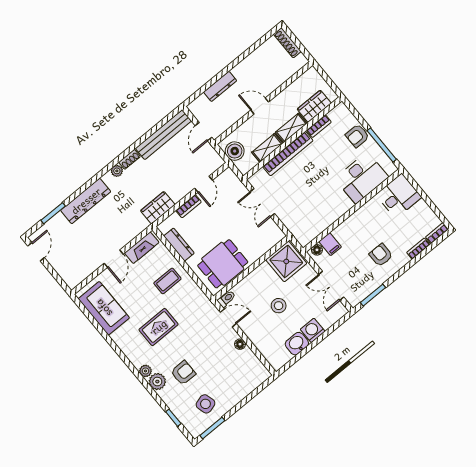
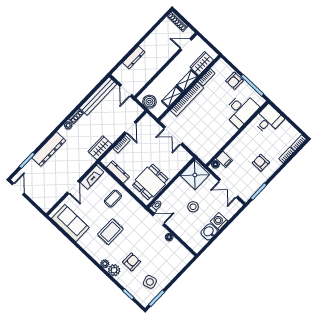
door: (260, 106) -> (186, 44), moved

